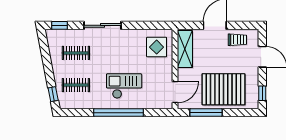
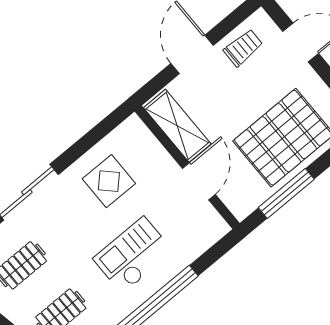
display table: (157, 47) -> (109, 181), moved
door: (175, 92) -> (199, 181), moved

